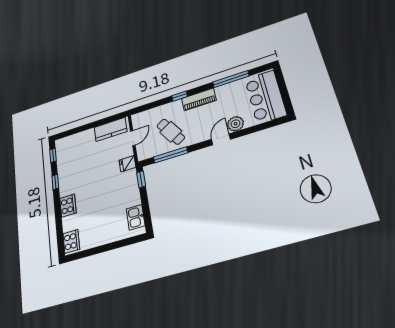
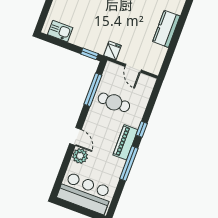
window: (231, 79) -> (129, 164), moved
kitchen counter: (111, 129) -> (166, 29), moved
cafe table: (171, 132) -> (114, 102), turned 32

